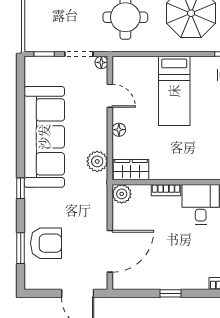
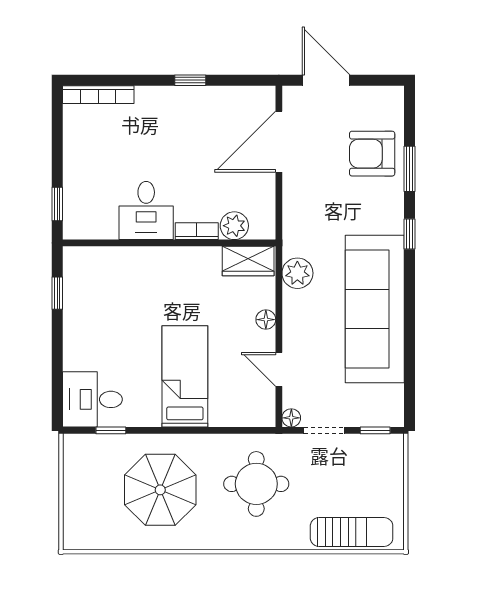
plant: (122, 194) -> (234, 226), moved
window: (21, 248) -> (409, 169), moved

